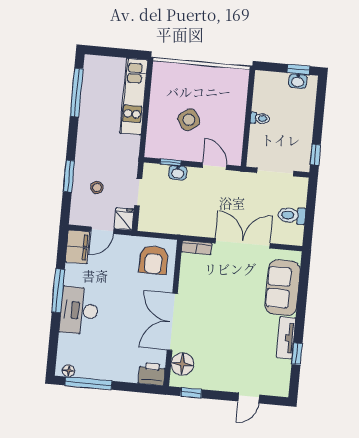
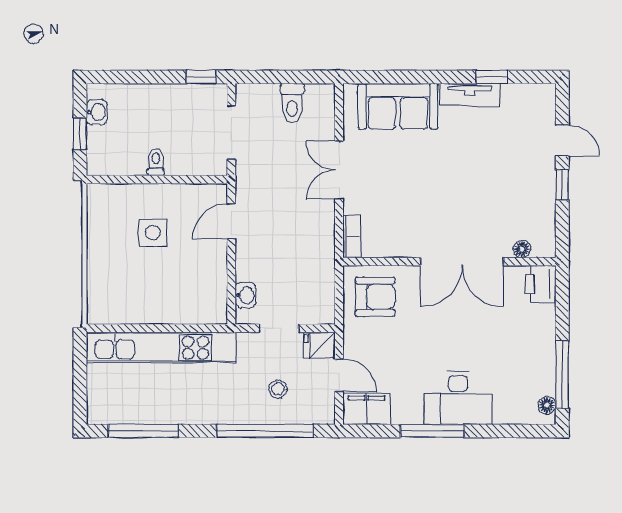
window: (298, 69) -> (80, 134), moved
kitchen unit: (134, 97) -> (161, 348), width x1.36
side table: (189, 120) -> (153, 233), moved, turned 35
window: (170, 162) -> (231, 286), removed
washbasin: (178, 173) -> (245, 295), moved
window: (69, 176) -> (265, 431), width x2.11
double door: (243, 243) -> (339, 170), width x0.73
floor lamp: (182, 364) -> (522, 249), width x0.53, depth x0.53
window: (191, 393) -> (562, 185), moved

